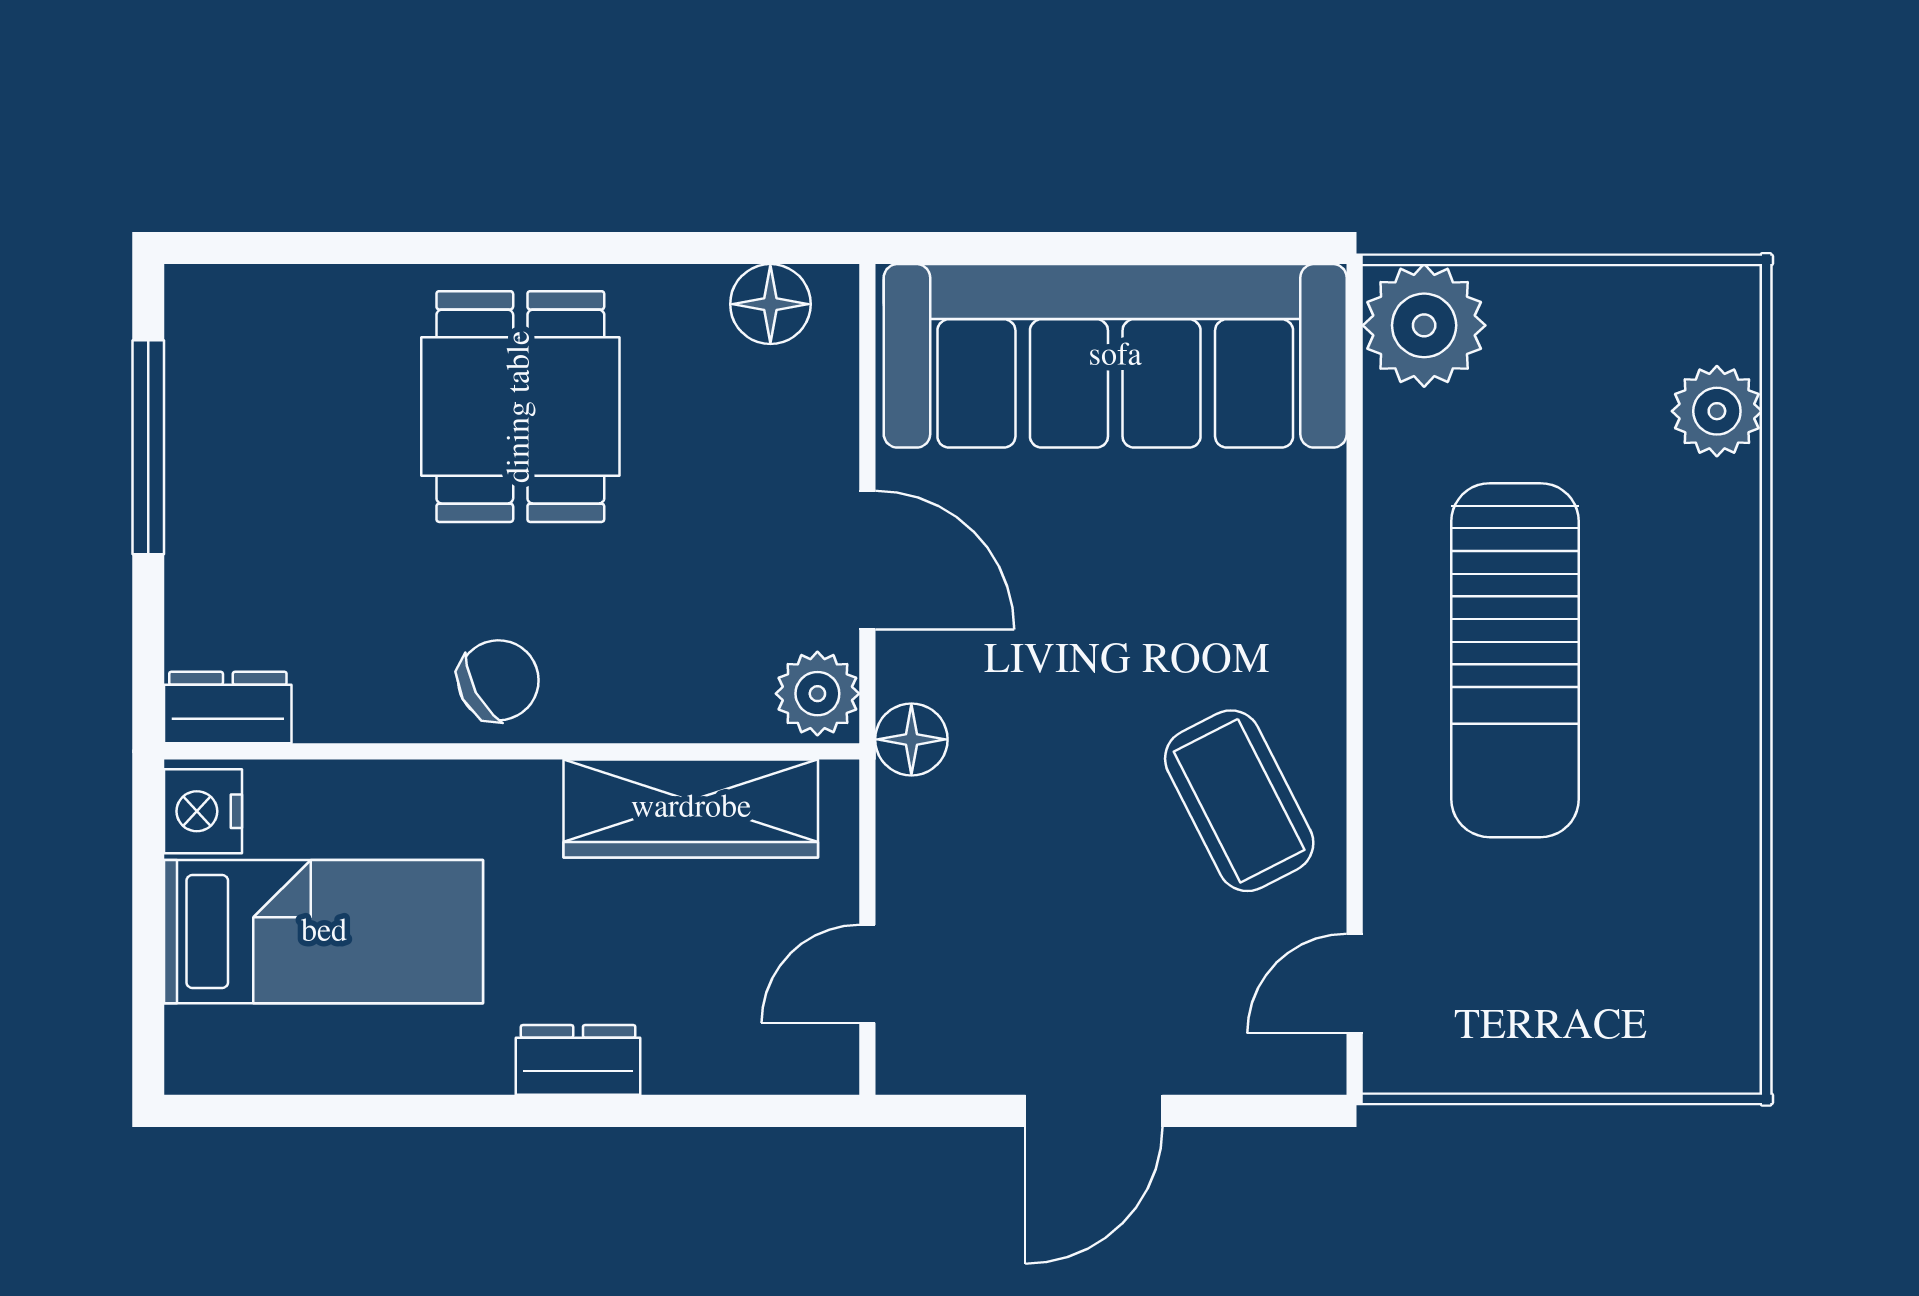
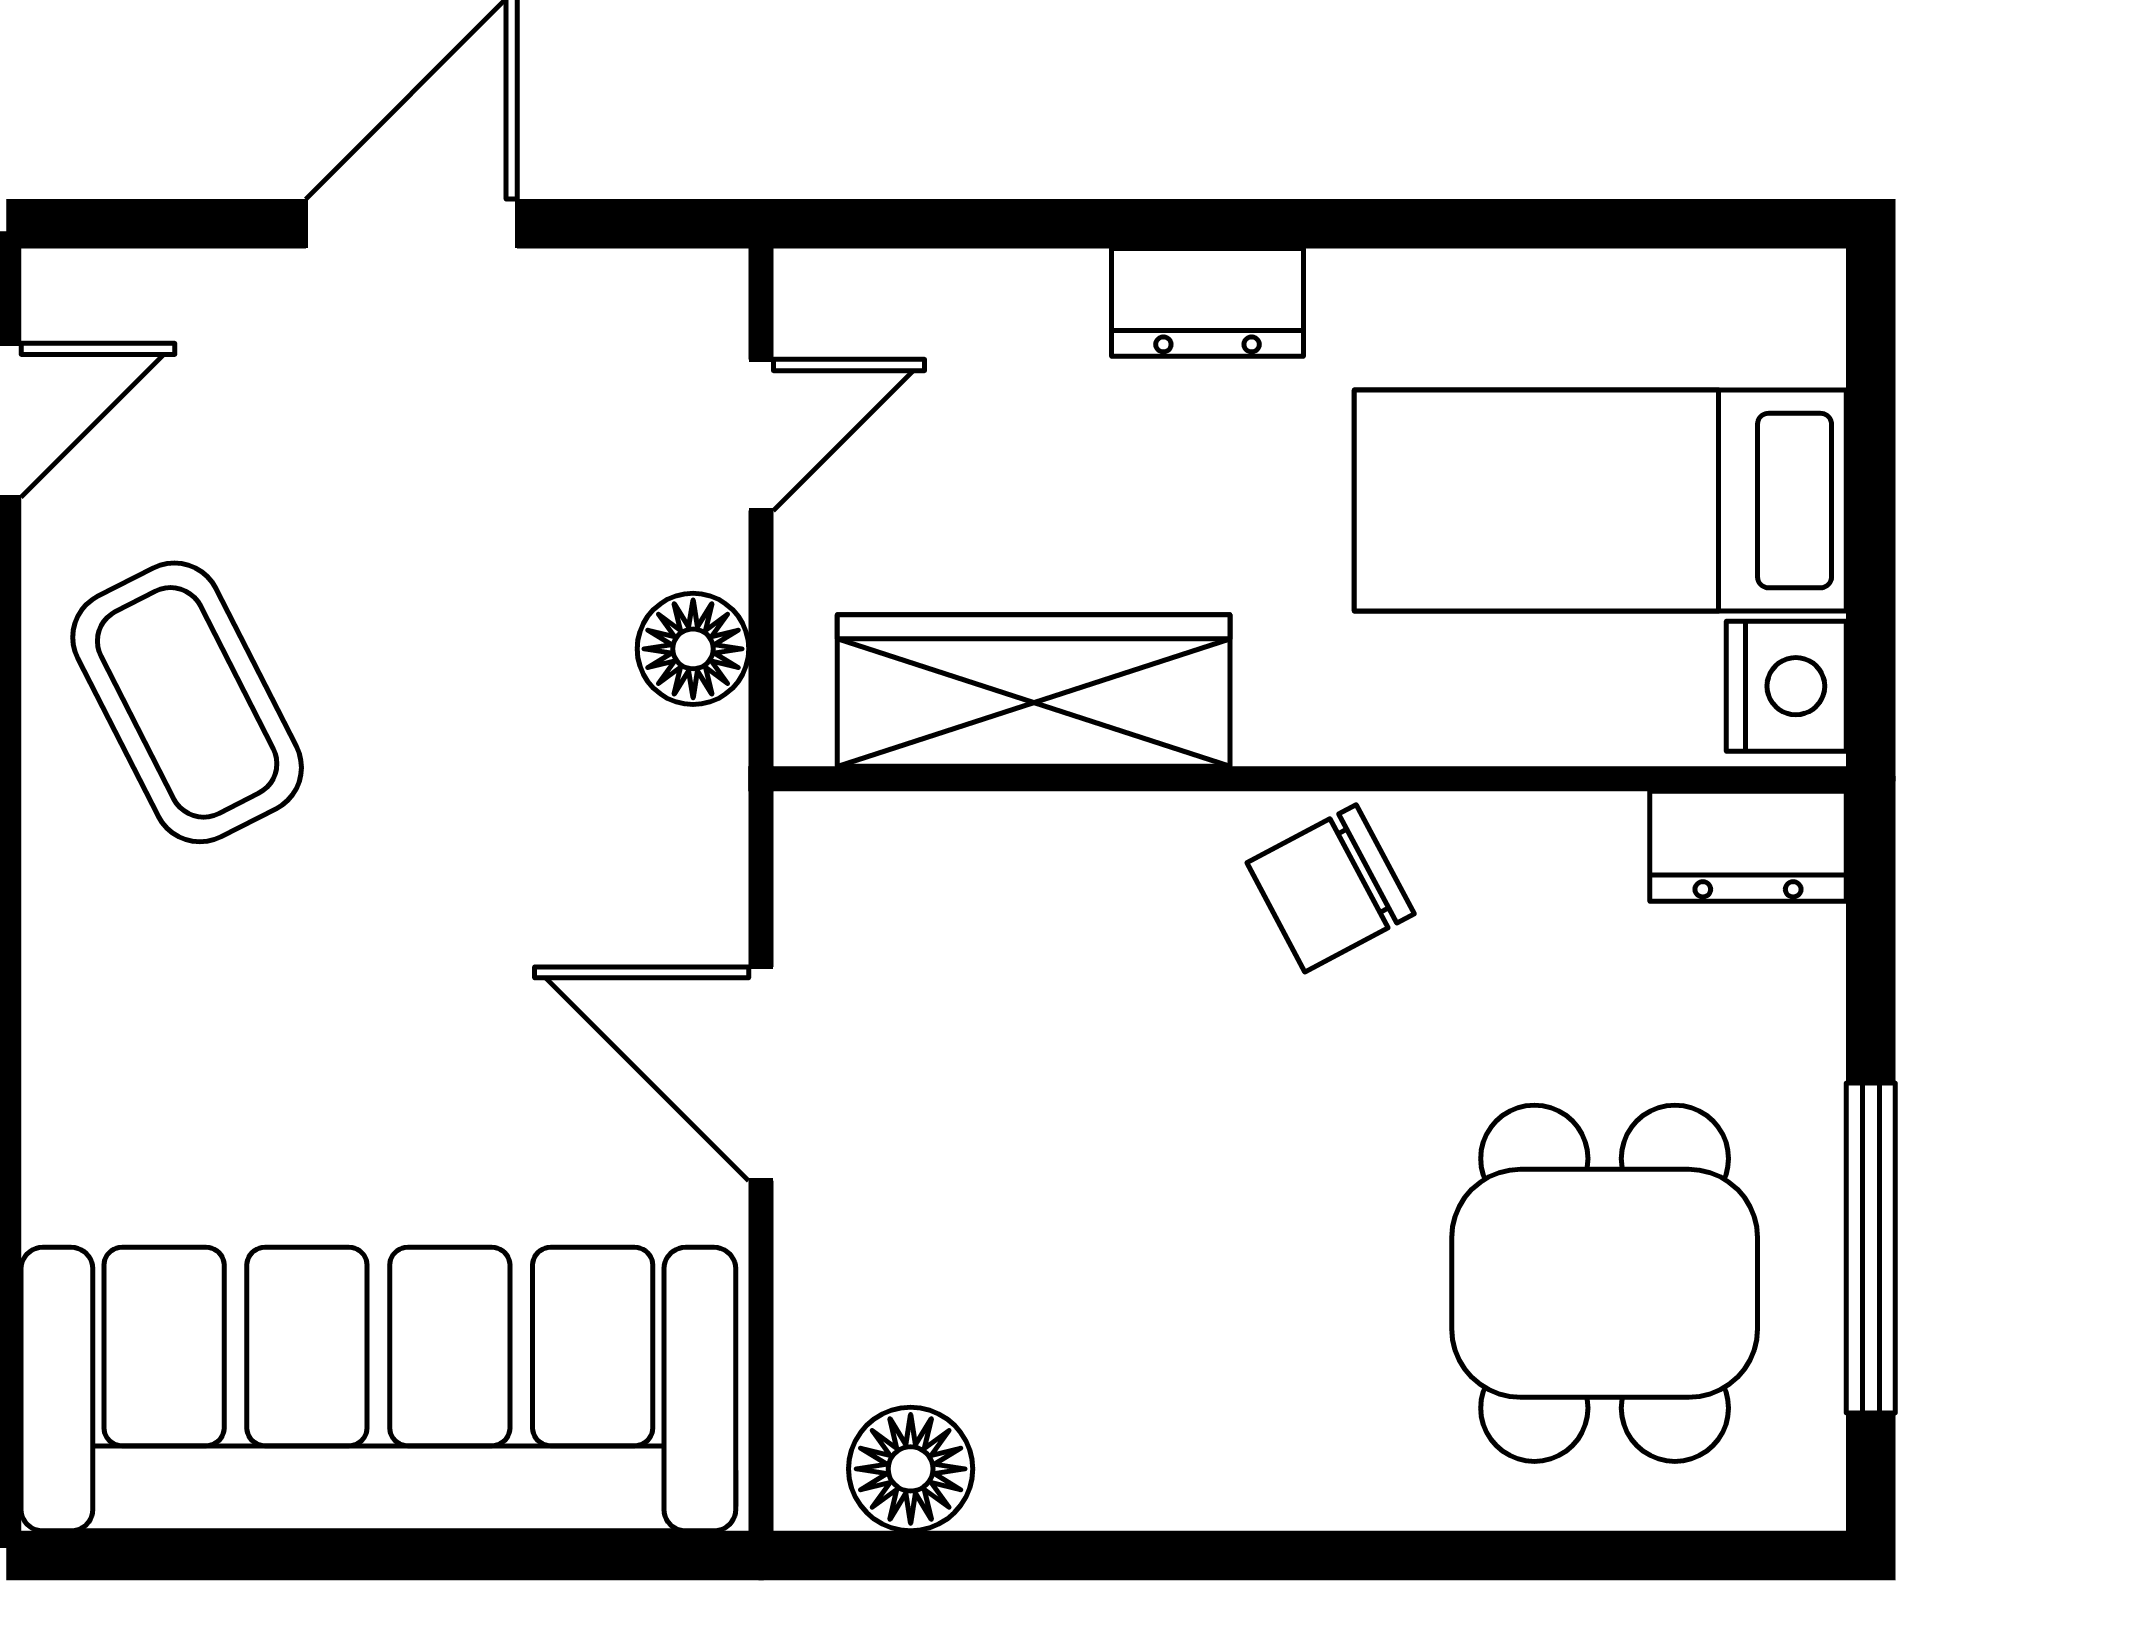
dining table: (520, 407) -> (1605, 1283), moved
plant: (817, 694) -> (838, 868), removed
floor lamp: (911, 739) -> (693, 649), moved

